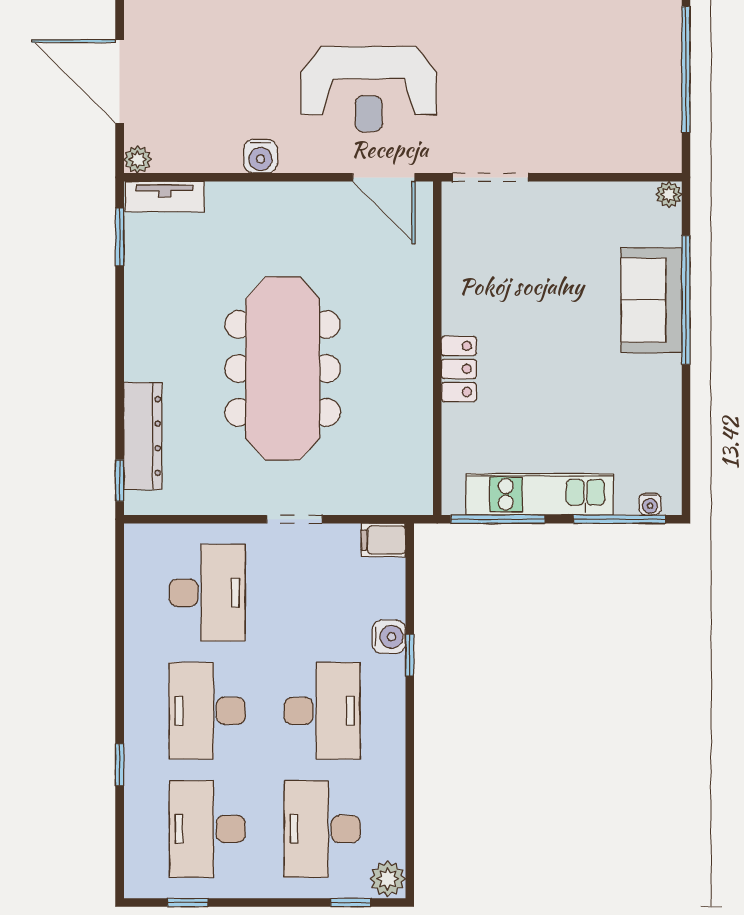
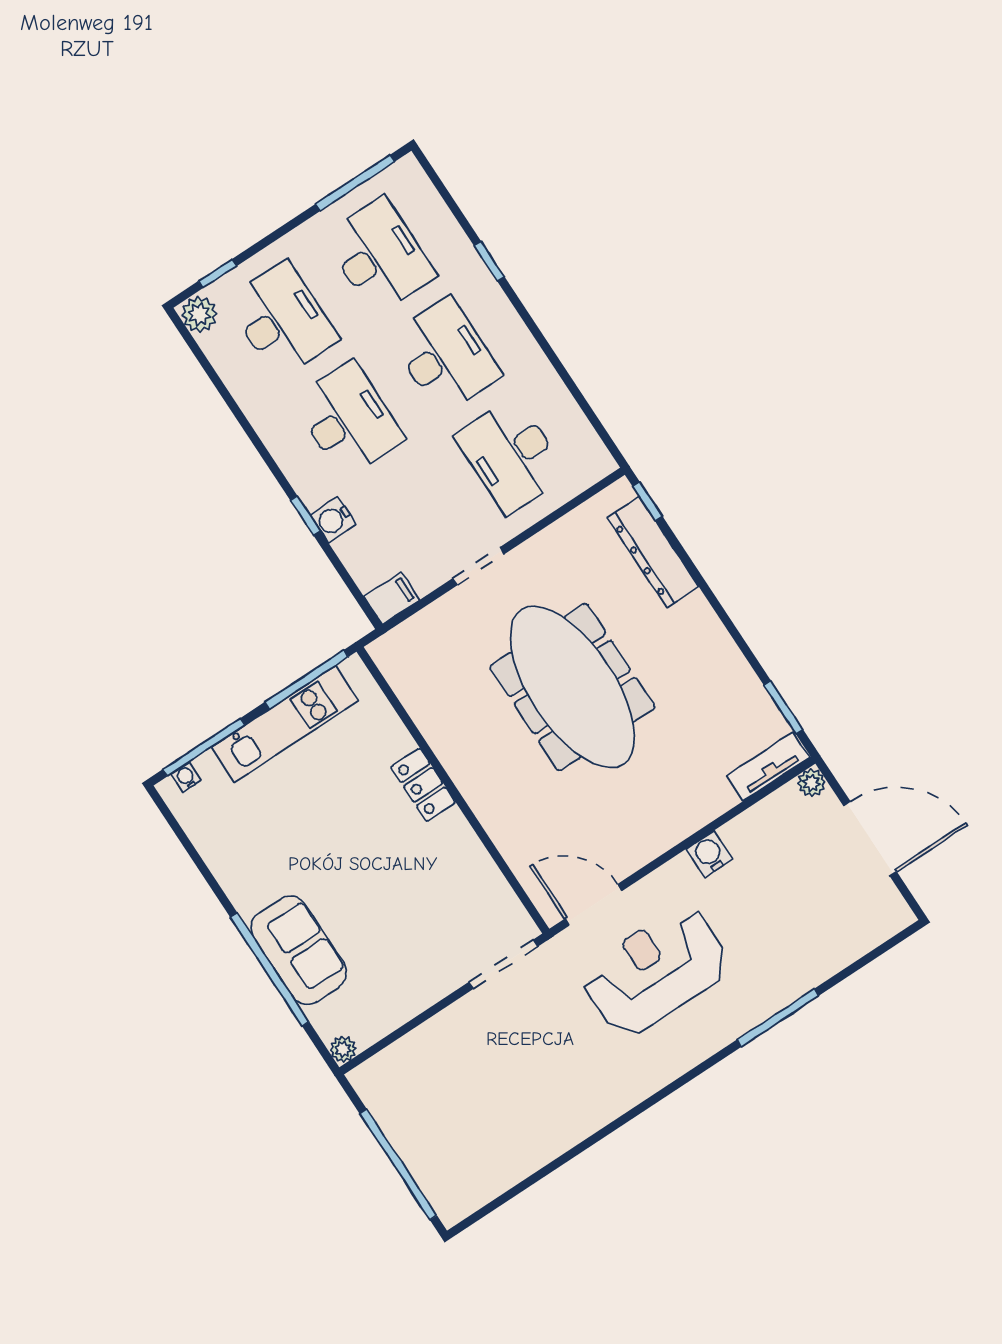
desk: (322, 711) -> (348, 420), turned 180
window: (188, 902) -> (355, 183), width x2.17

